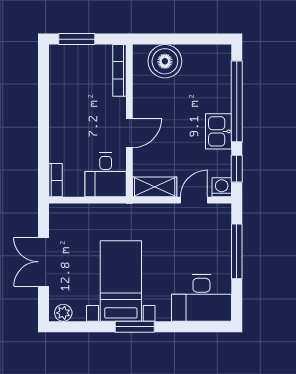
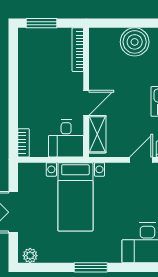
boiler: (165, 61) -> (135, 42), moved
shelving: (155, 187) -> (97, 134), moved, turned 90
bed with nightstands: (121, 281) -> (75, 197), moved, turned 180

